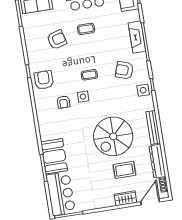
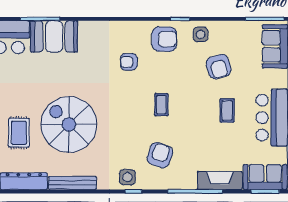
fireplace: (137, 37) -> (220, 181), moved
side table: (83, 97) -> (201, 34), moved

